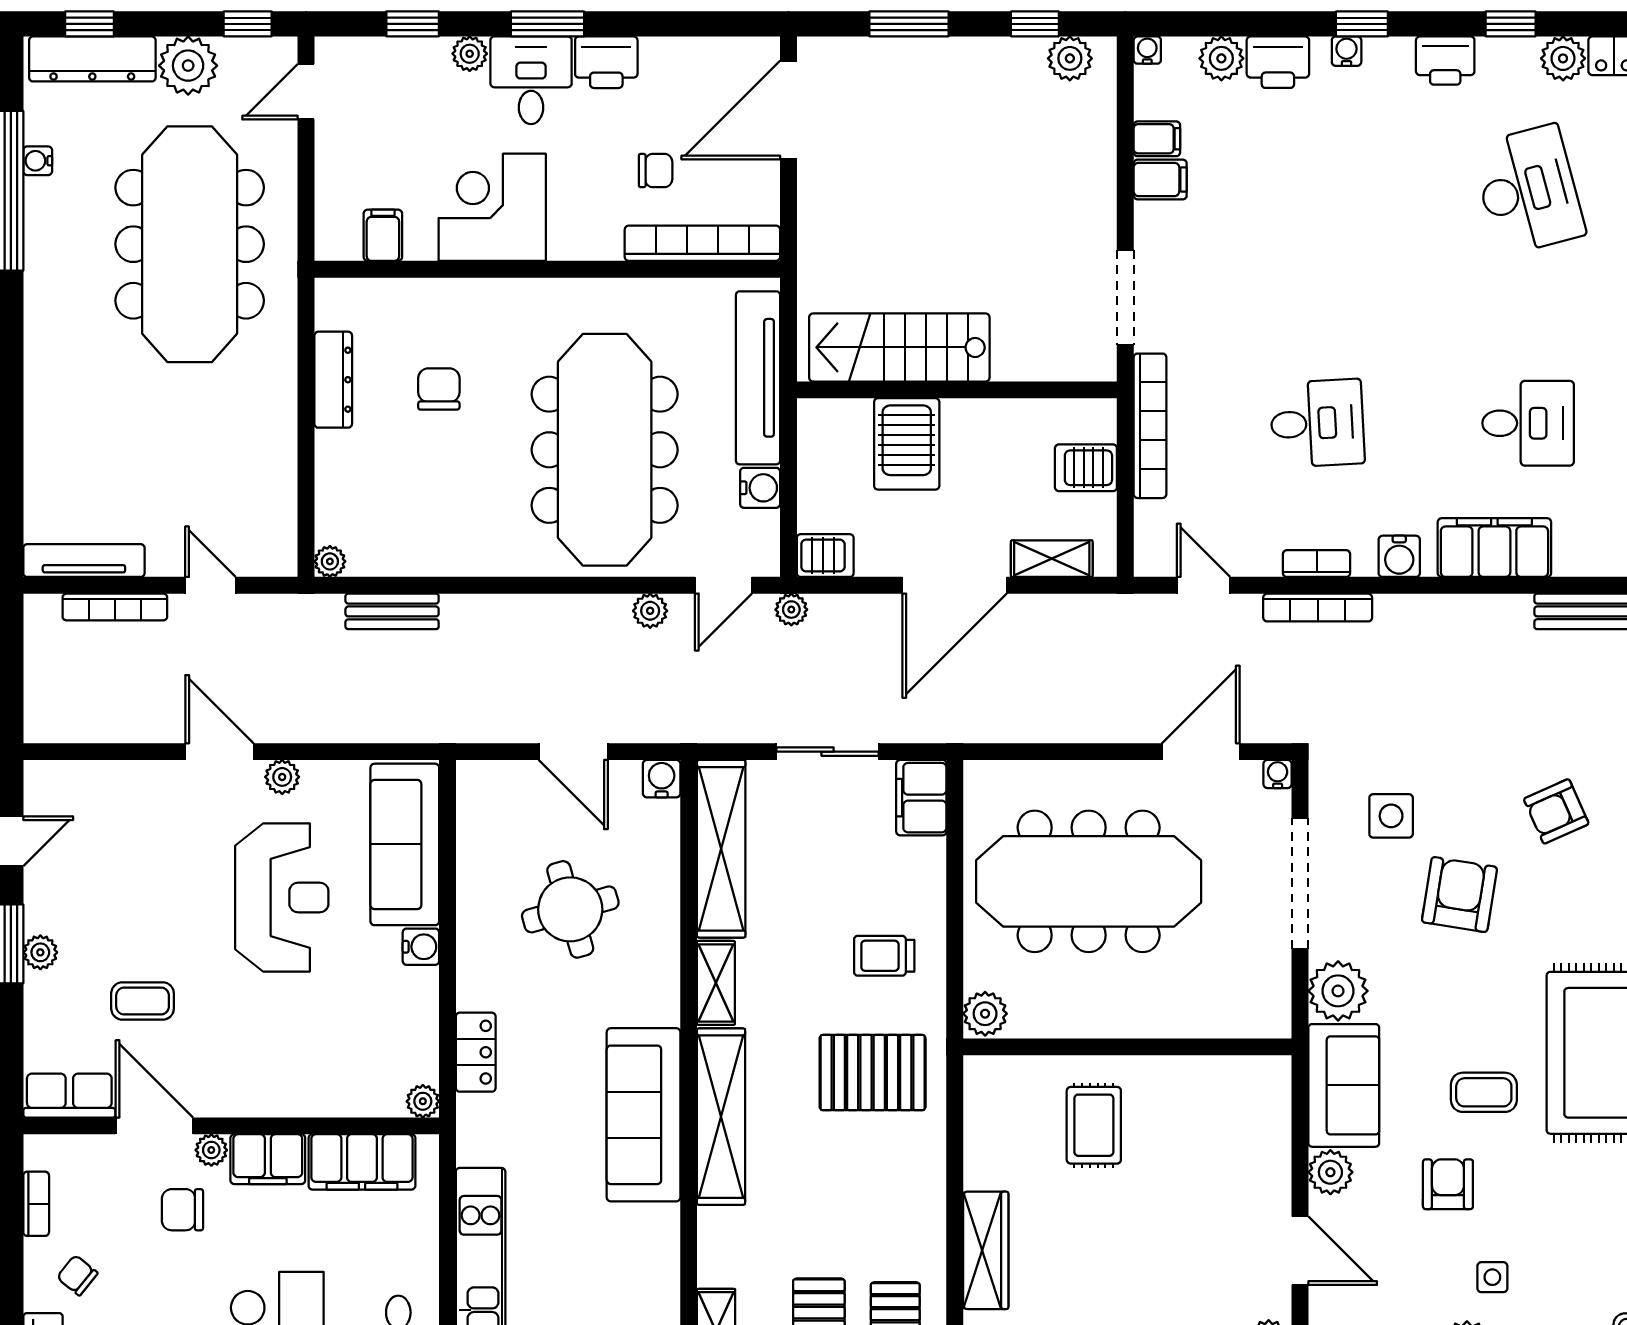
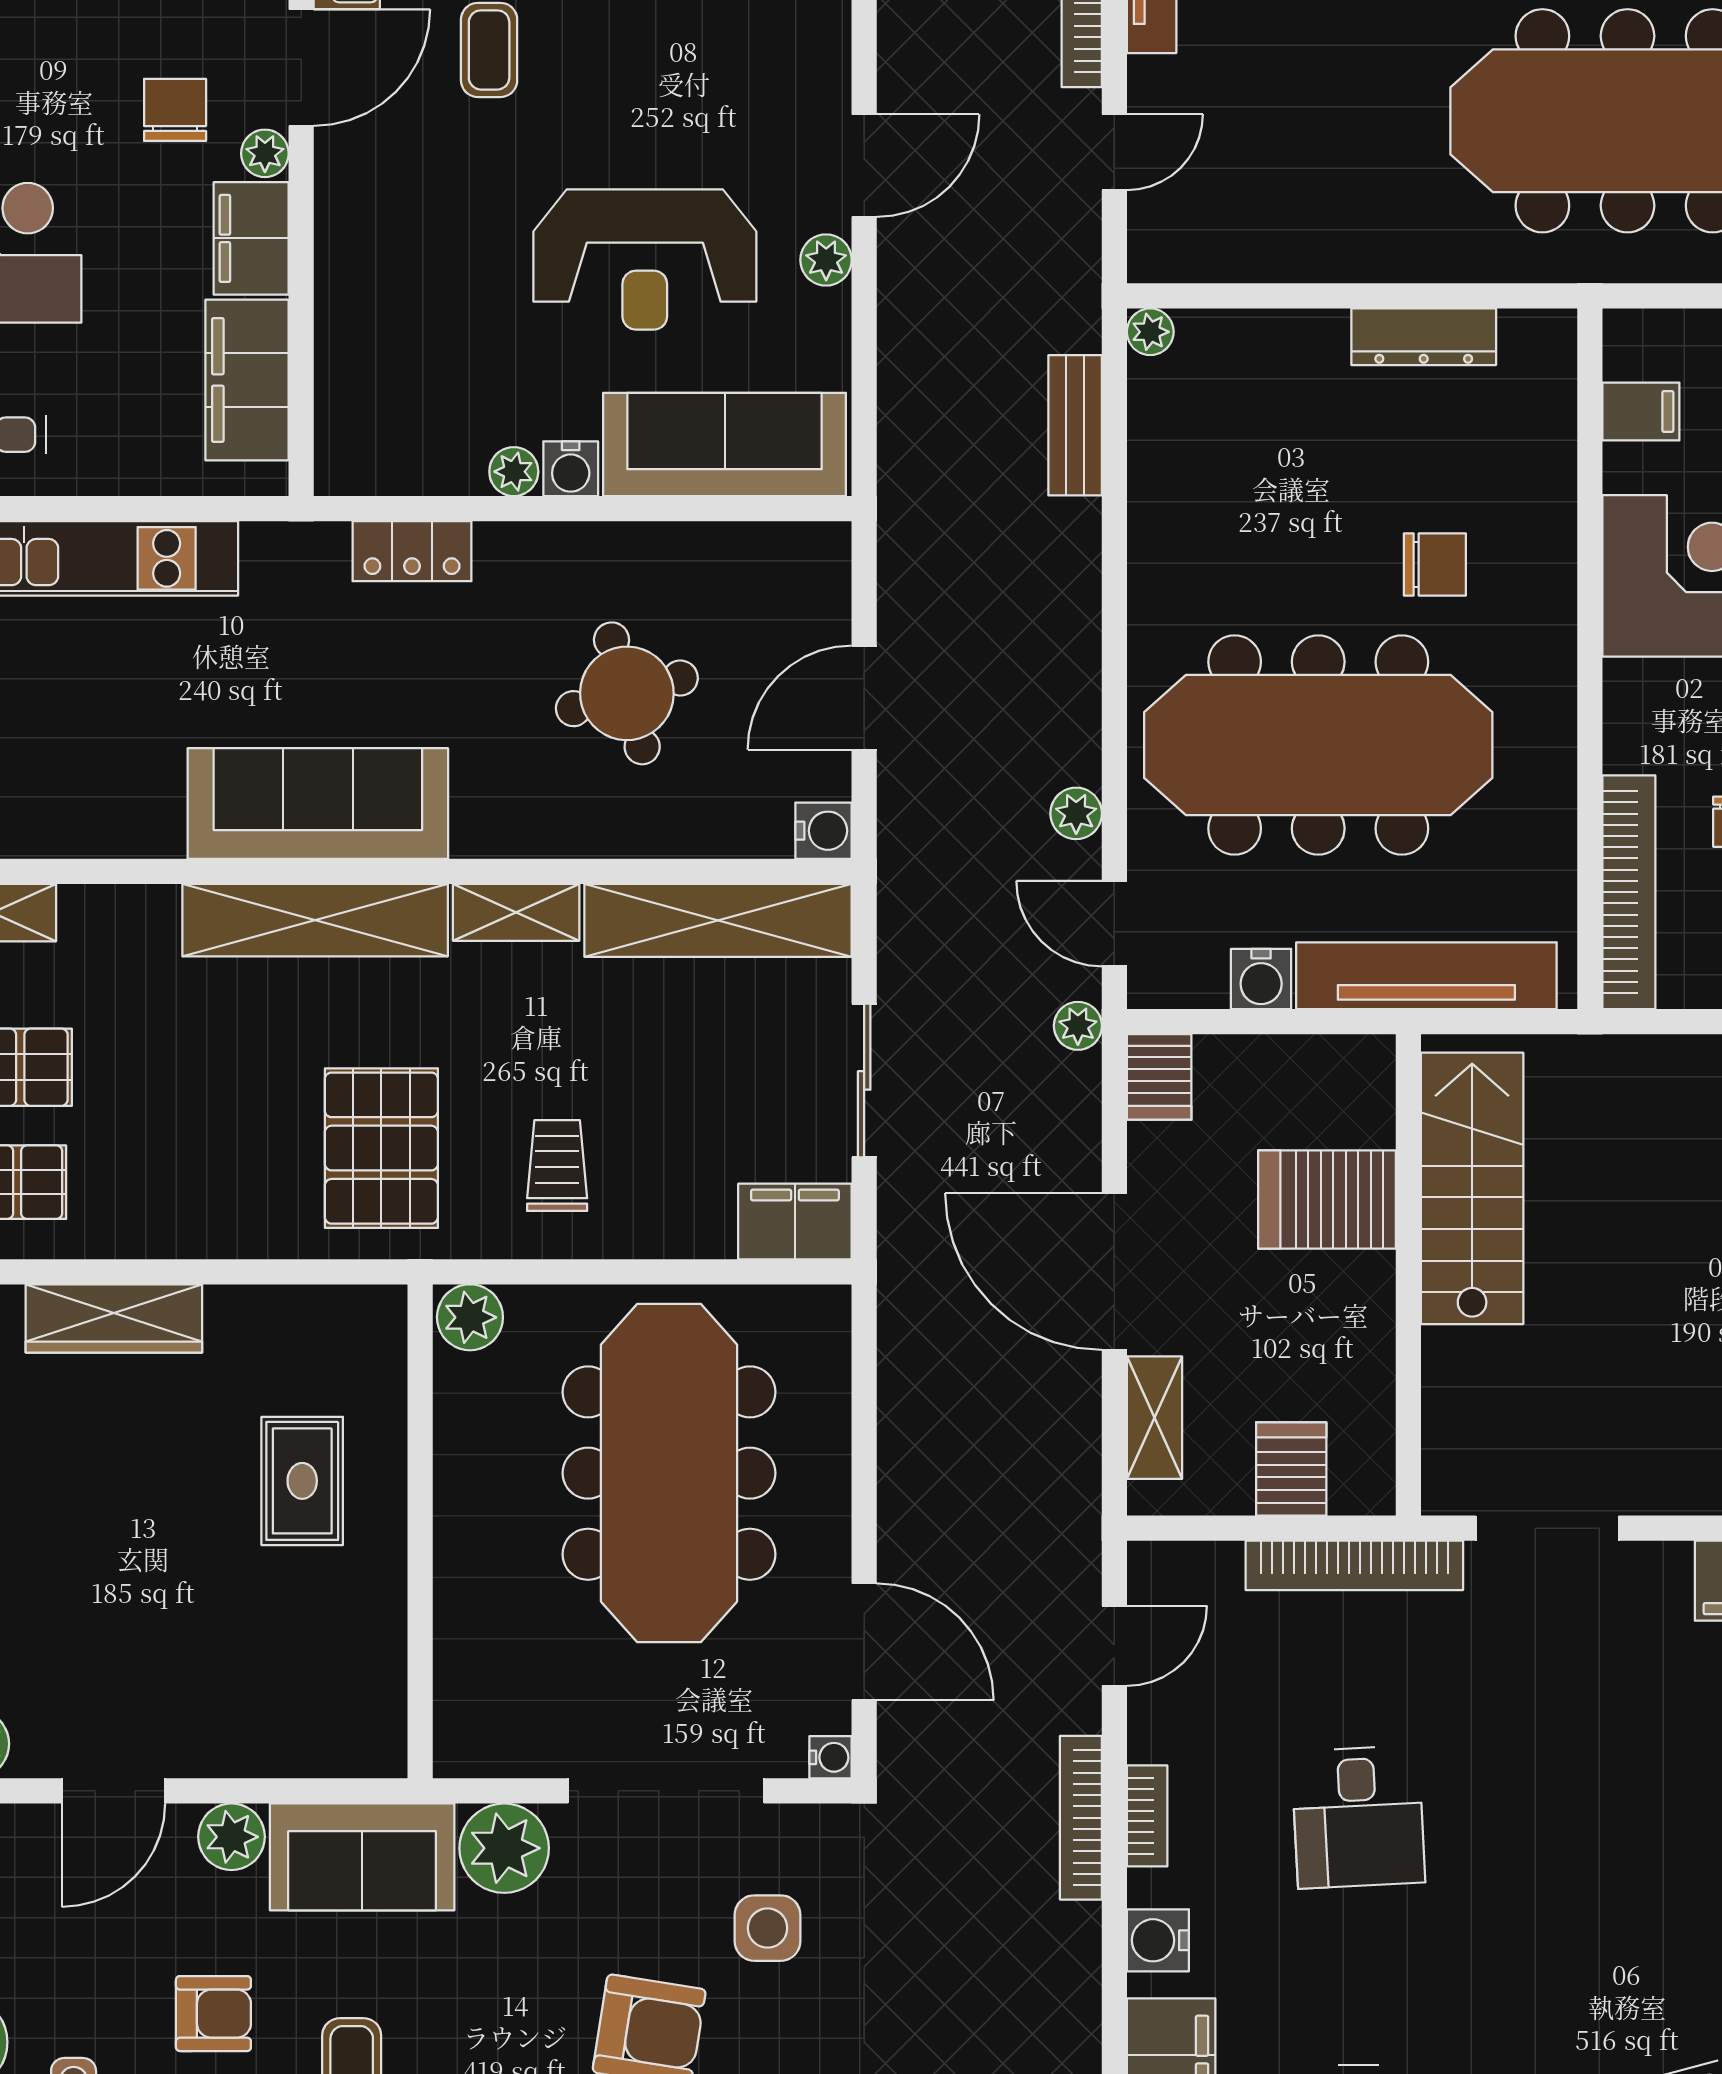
chair: (439, 389) -> (1435, 565), moved
plant: (423, 1101) -> (514, 472), moved
rug: (1094, 1125) -> (302, 1481), turned 90

